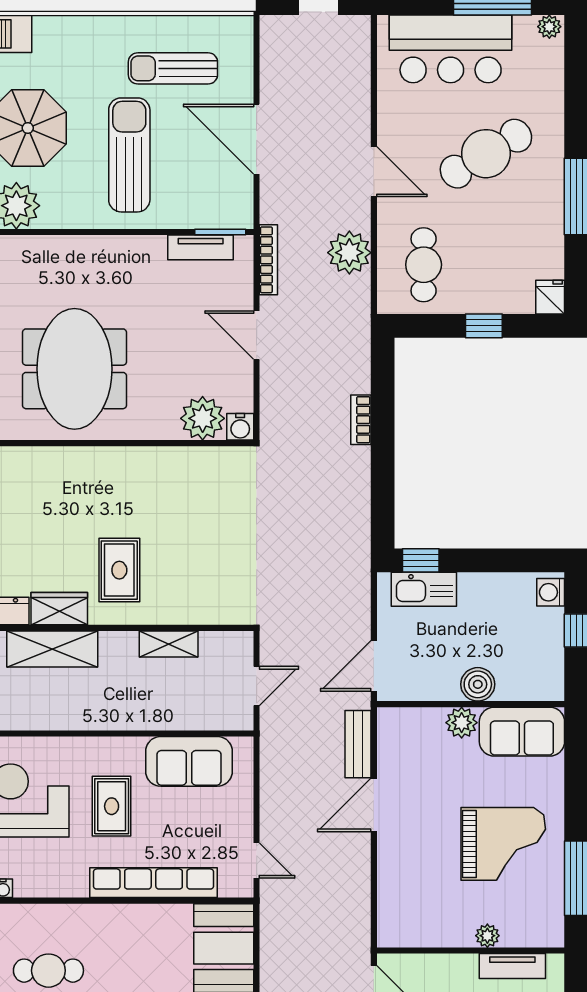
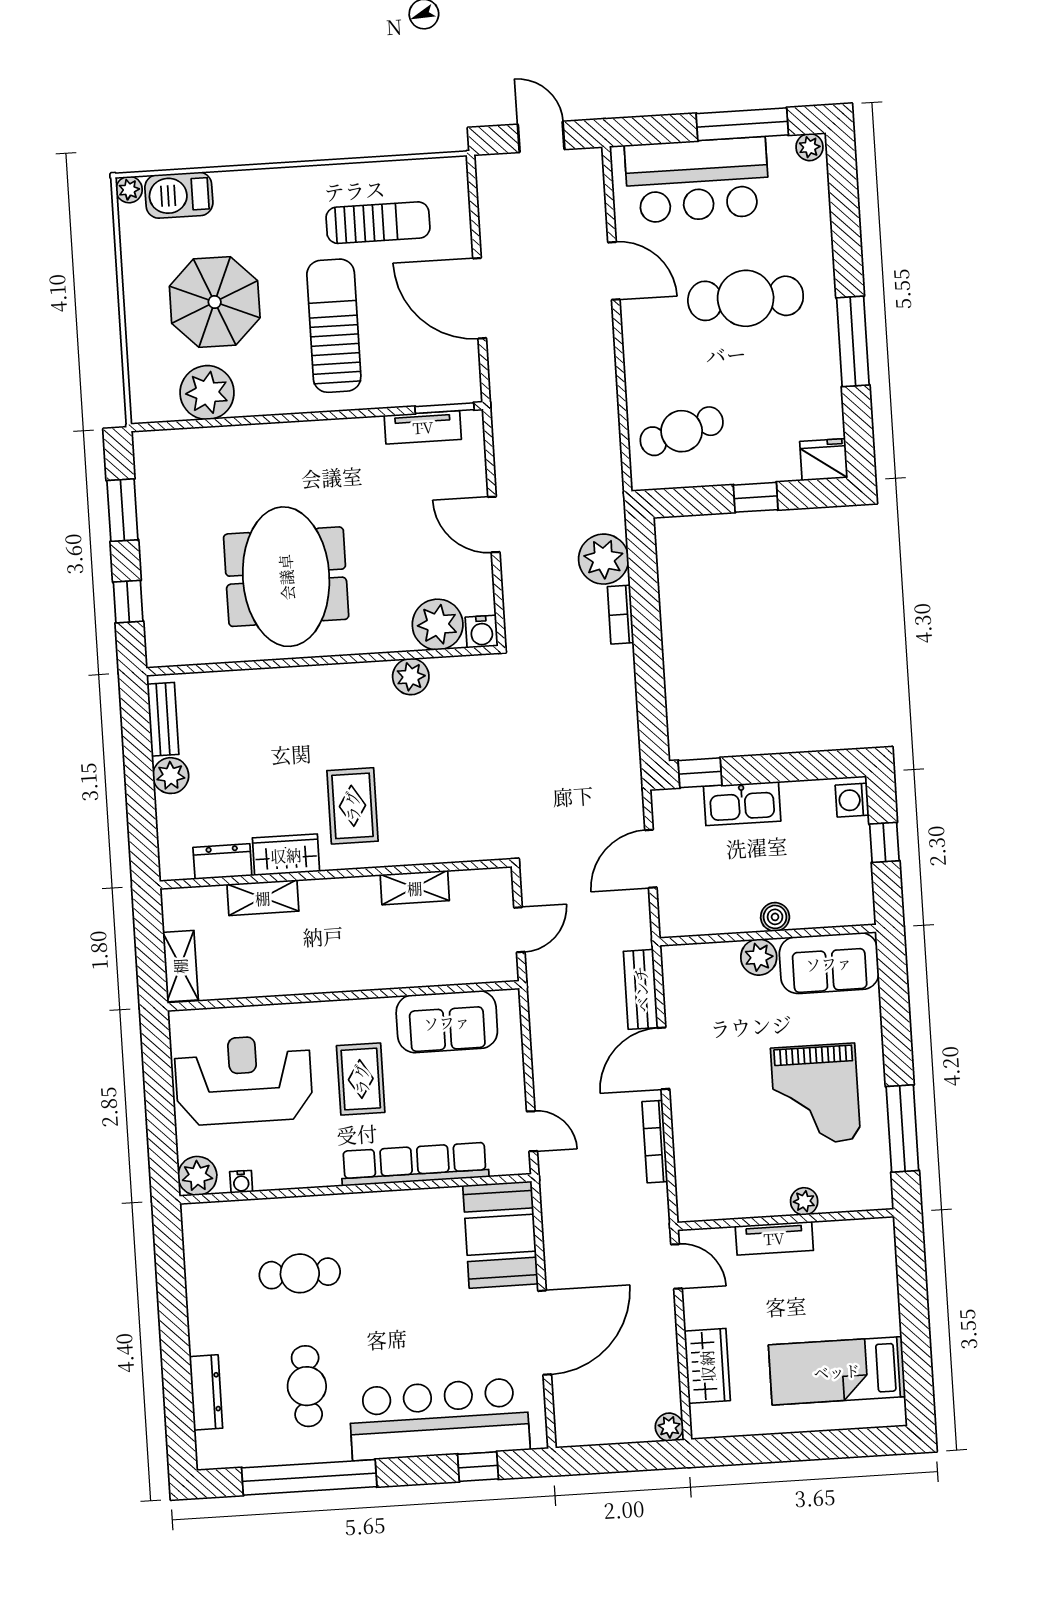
sun lounger: (173, 68) -> (378, 223), turned 180
cafe table: (486, 154) -> (746, 298), turned 31
door: (374, 172) -> (614, 271), moved
plant: (349, 253) -> (604, 559), moved
bookcase: (268, 260) -> (655, 1142), moved, turned 180
cafe table: (424, 265) -> (682, 431), turned 74
fridge: (550, 297) -> (824, 460), width x1.38
plant: (177, 462) -> (411, 677), added
kitchen sink: (424, 589) -> (742, 804), moved
shelving: (52, 649) -> (263, 898), width x0.67, depth x0.75
door: (374, 666) -> (651, 859), moved
boiler: (478, 684) -> (775, 917), width x0.73, depth x0.73
grand piano: (503, 844) -> (816, 1094), turned 90
tv unit: (512, 966) -> (774, 1238), moved

